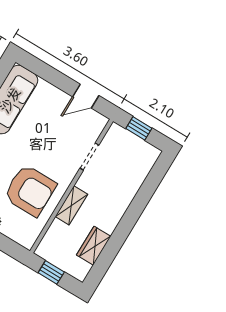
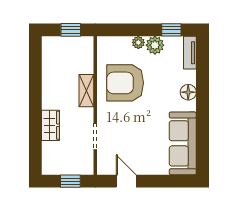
door: (86, 96) -> (126, 181), hinge flipped
wardrobe: (94, 246) -> (51, 125), moved

